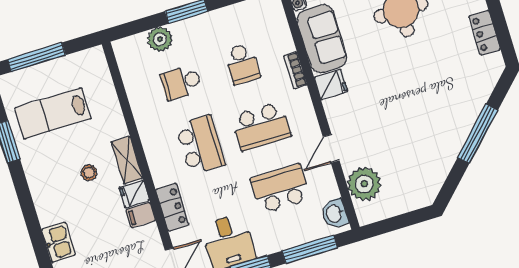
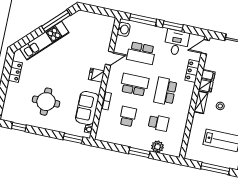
fridge: (331, 84) -> (96, 75), moved
kitchen unit: (464, 116) -> (44, 41), added
window: (478, 134) -> (56, 21), moved
plant: (364, 184) -> (104, 35), removed

